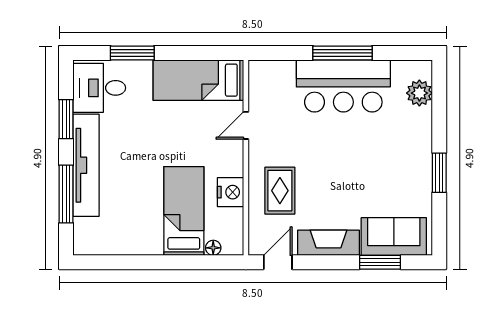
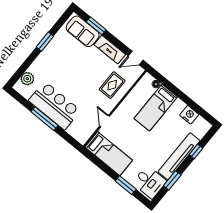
door: (246, 125) -> (105, 121), swing flipped
nightstand: (231, 192) -> (189, 115), moved, turned 90
window: (66, 194) -> (196, 151), width x0.46

